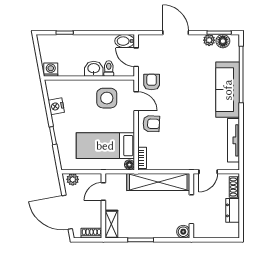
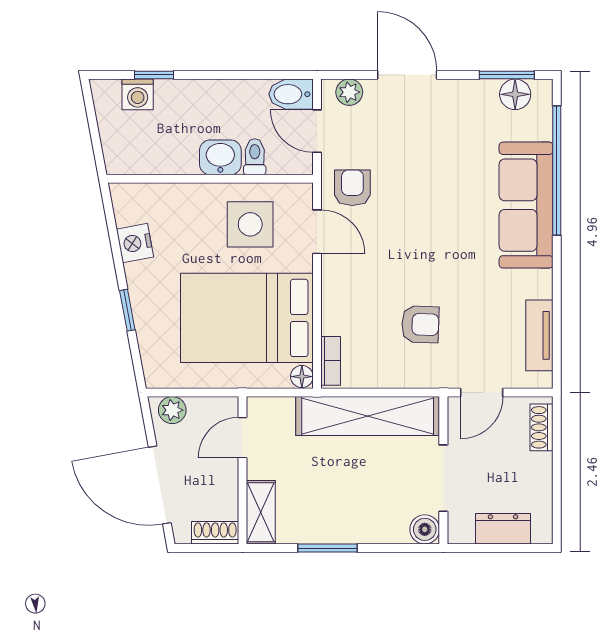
plant: (209, 40) -> (349, 92), moved
washing machine: (51, 70) -> (138, 94), moved, turned 180
armchair: (151, 124) -> (420, 324), moved
tv unit: (233, 140) -> (539, 335), width x0.71
bed: (105, 146) -> (247, 318), width x1.50
dresser: (233, 210) -> (503, 529), moved, turned 90

